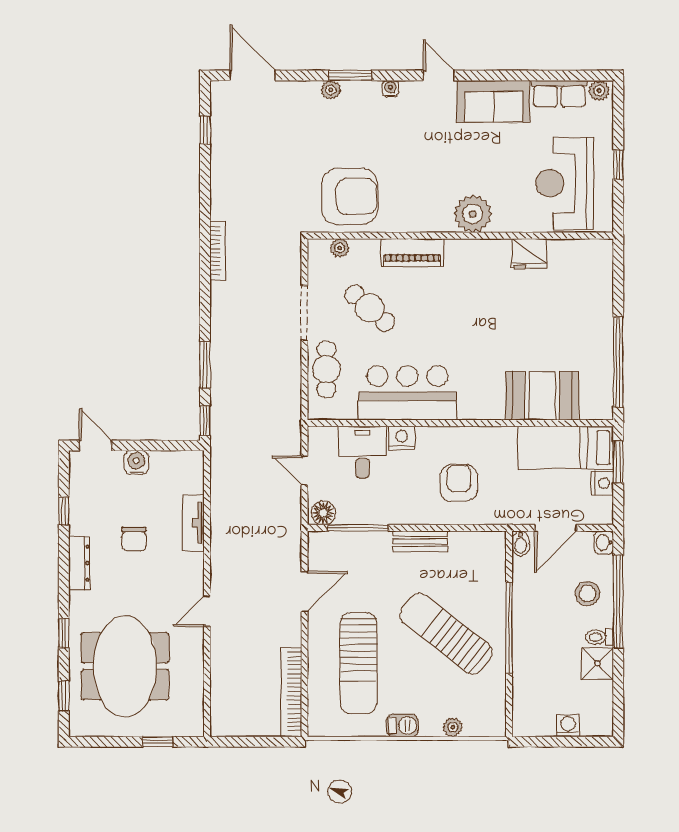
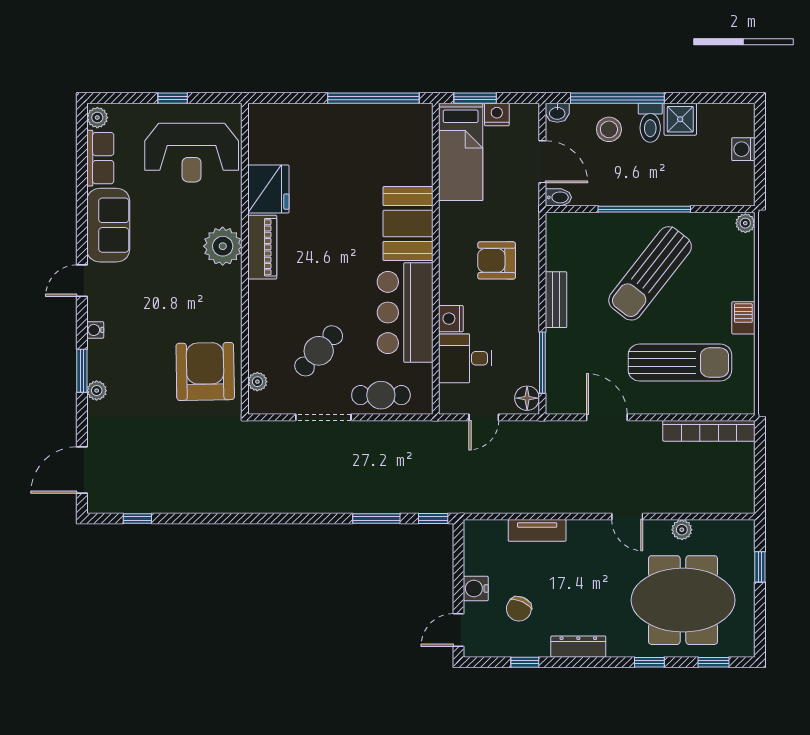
bookcase: (218, 251) -> (260, 506), removed
piano: (412, 253) -> (262, 247), moved
fridge: (529, 254) -> (268, 189), width x1.36, depth x1.34
booth: (542, 396) -> (408, 224), moved
chair: (134, 539) -> (519, 609), moved, turned 114
toilet: (599, 637) -> (650, 123), width x1.37, depth x1.39
plant: (194, 665) -> (682, 530), added
plant: (453, 727) -> (745, 223), moved

